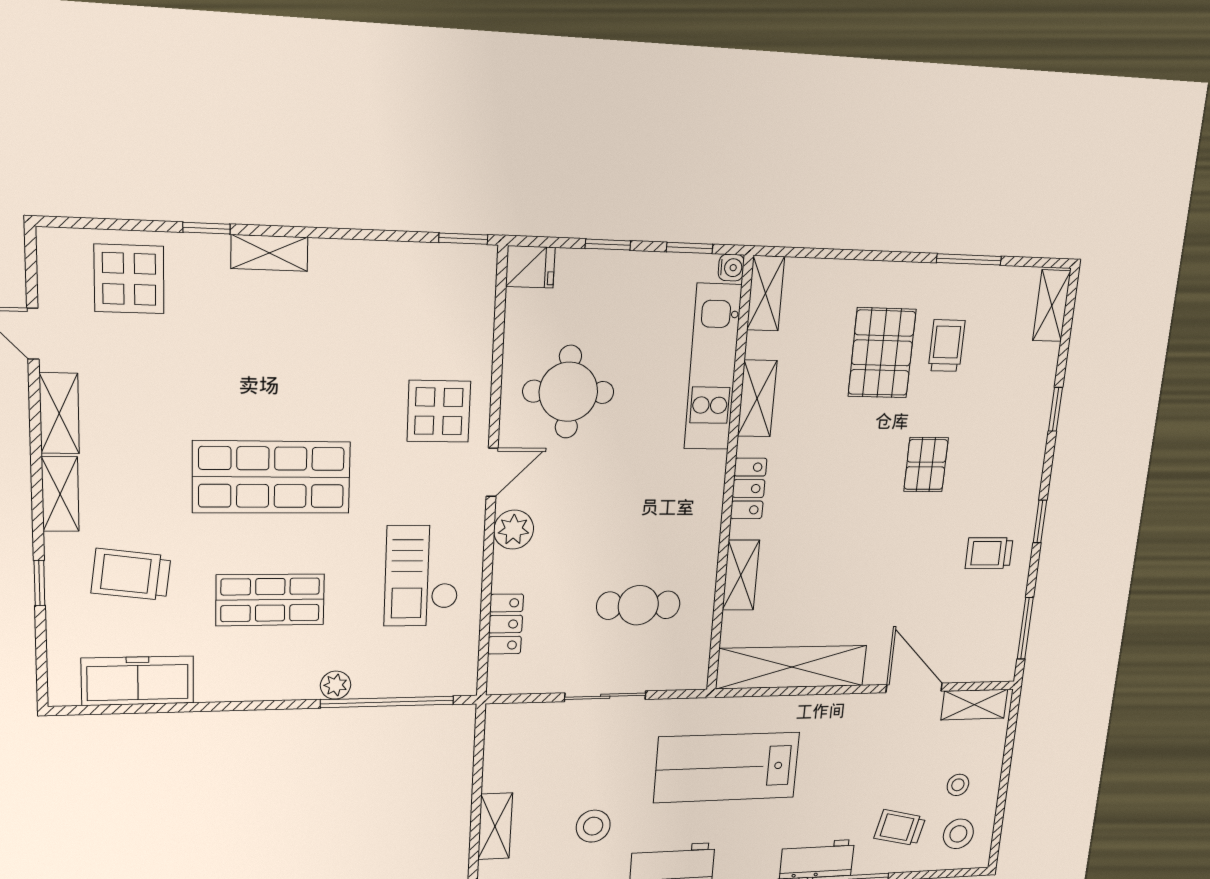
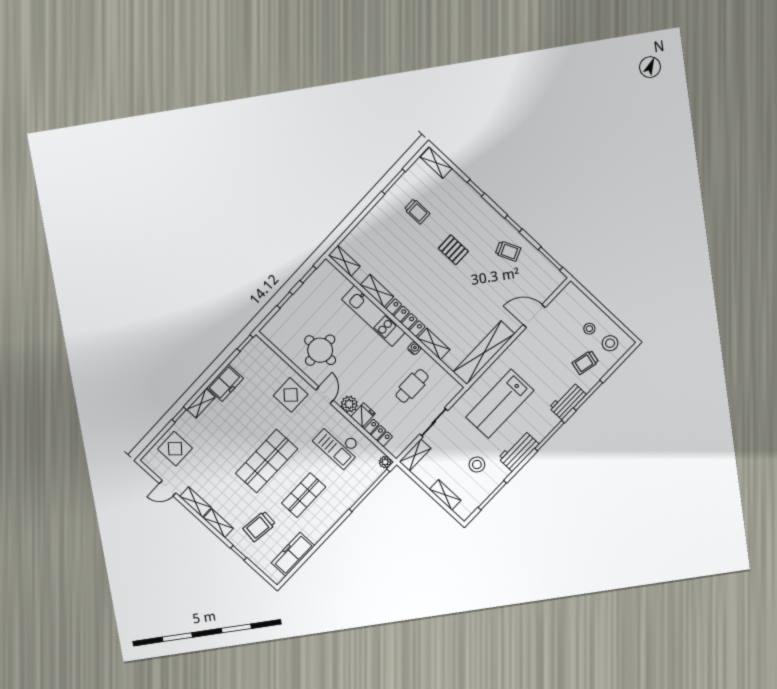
freezer: (352, 266) -> (225, 383), added
fridge: (530, 267) -> (363, 415), moved
water cooler: (731, 268) -> (414, 348), moved
trolley: (947, 346) -> (417, 211), turned 180
pallet: (882, 353) -> (399, 236), removed
kitchen unit: (713, 367) -> (373, 316), moved
locker: (749, 489) -> (405, 318), width x1.53
trolley: (989, 553) -> (508, 251), turned -113
plant: (336, 685) -> (385, 462), moved
shelving: (974, 705) -> (415, 455), moved

